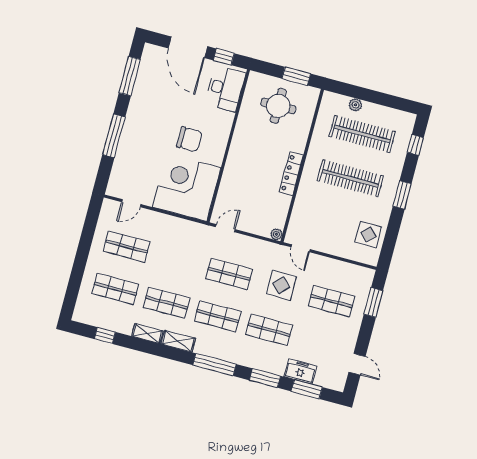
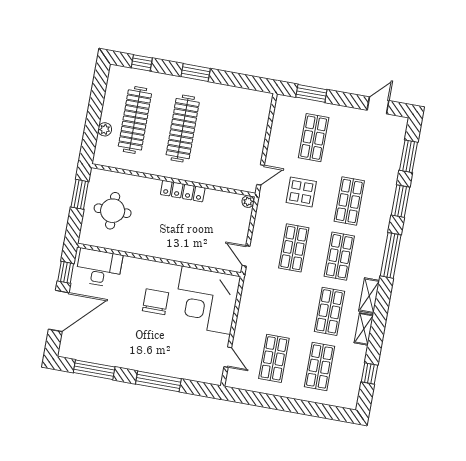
display table: (368, 235) -> (240, 105), removed
freezer: (300, 371) -> (390, 164), removed

